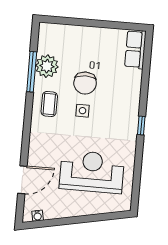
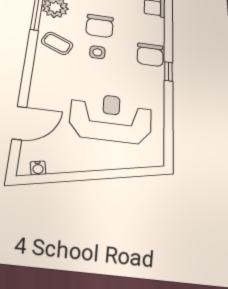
coffee table: (49, 104) -> (57, 43), turned -65
chair: (127, 110) -> (150, 55), added

